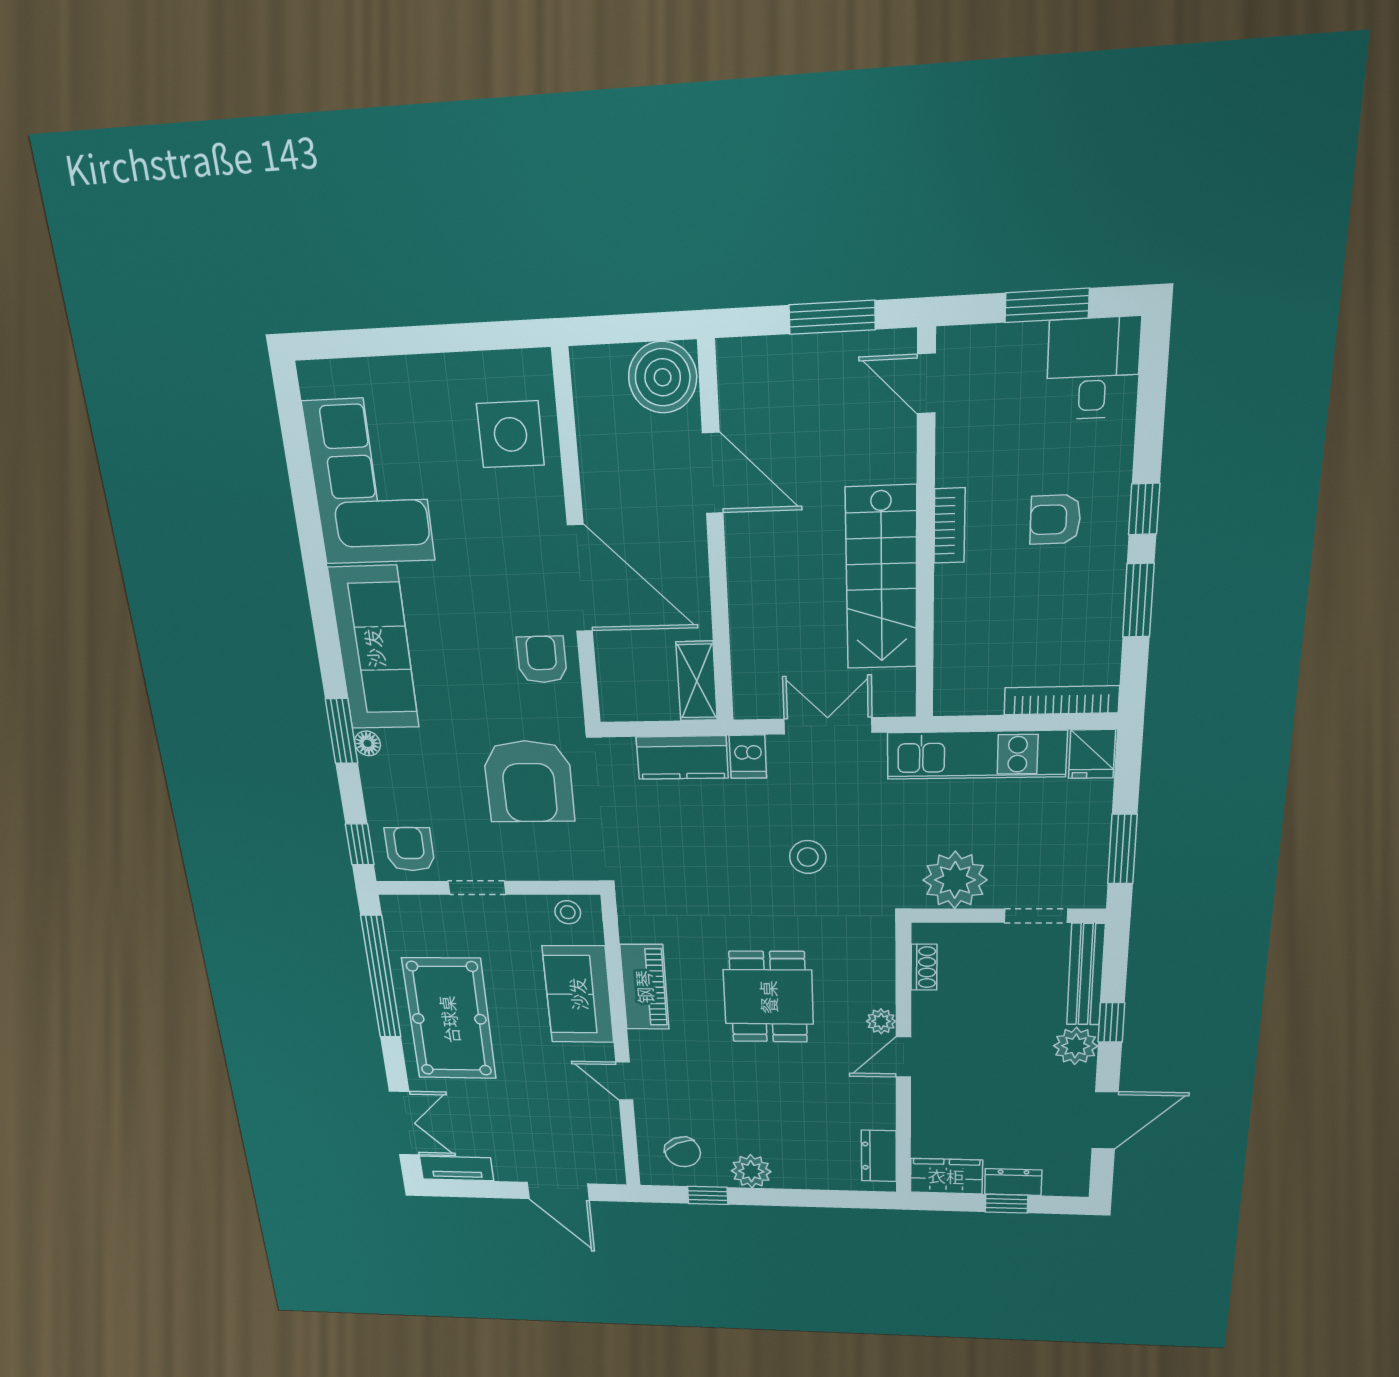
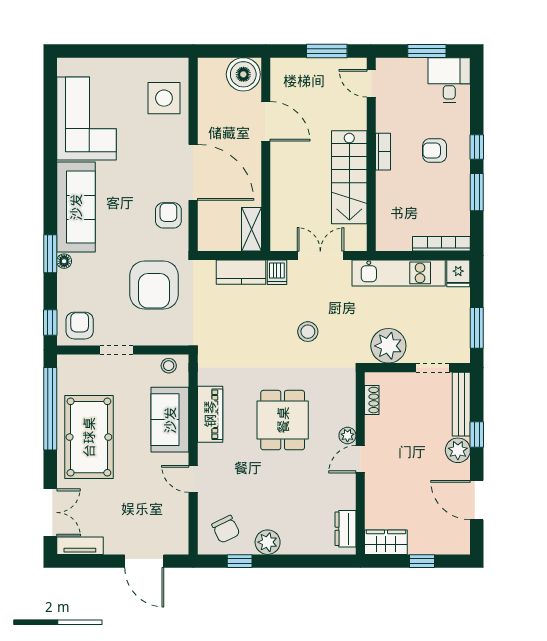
door: (1105, 1120) -> (477, 500), swing flipped
dresser: (1013, 1182) -> (426, 545), removed

